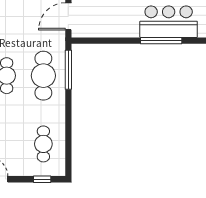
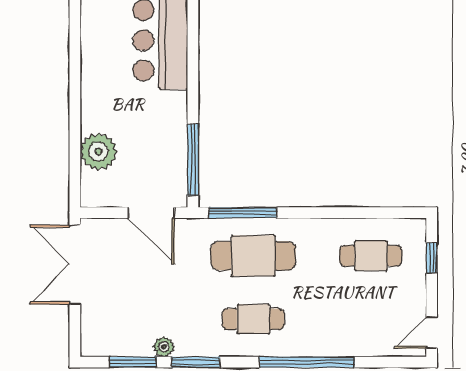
window: (161, 41) -> (193, 160), moved

